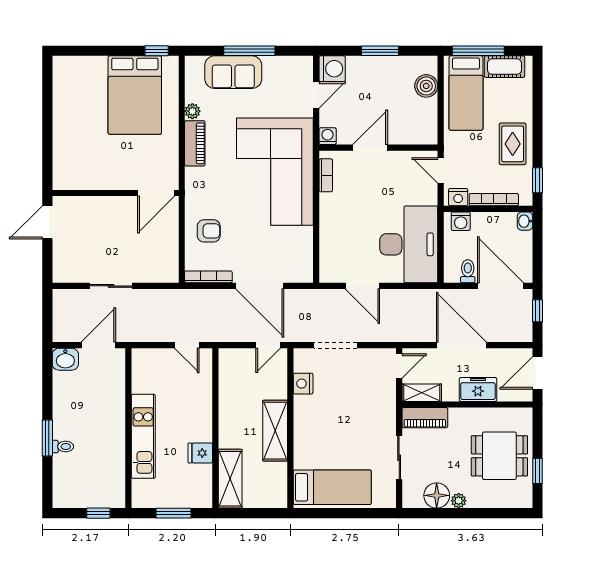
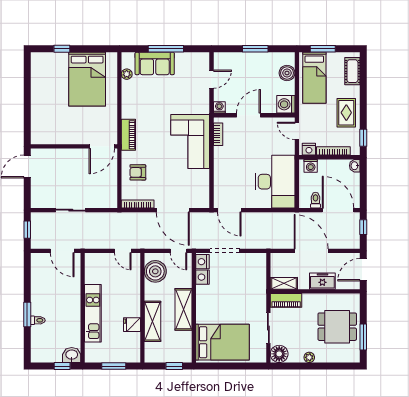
window: (157, 51) -> (62, 49), moved
window: (478, 51) -> (323, 49), width x0.69
cot: (504, 67) -> (352, 71), moved, turned 90
washing machine: (332, 69) -> (286, 104), moved, turned 180
plant: (192, 111) -> (127, 74), moved
piano: (195, 143) -> (128, 135), moved
corner sofa: (275, 172) -> (190, 142), width x0.73, depth x0.74
armchair: (209, 231) -> (138, 172), turned 180
door: (362, 286) -> (229, 210), moved
window: (47, 314) -> (27, 230), added
door: (98, 345) -> (62, 251), swing flipped
door: (268, 345) -> (179, 251), hinge flipped
washbasin: (65, 359) -> (72, 355), moved, turned 180
nightstand: (303, 361) -> (202, 262), added
door: (399, 366) -> (268, 265), removed
boiler: (234, 375) -> (155, 271), added
window: (537, 471) -> (363, 337), width x1.50
shelving: (230, 479) -> (152, 321), moved
bed: (332, 487) -> (223, 342), width x1.50
floor lamp: (437, 495) -> (279, 354), moved
window: (262, 513) -> (174, 366), added

